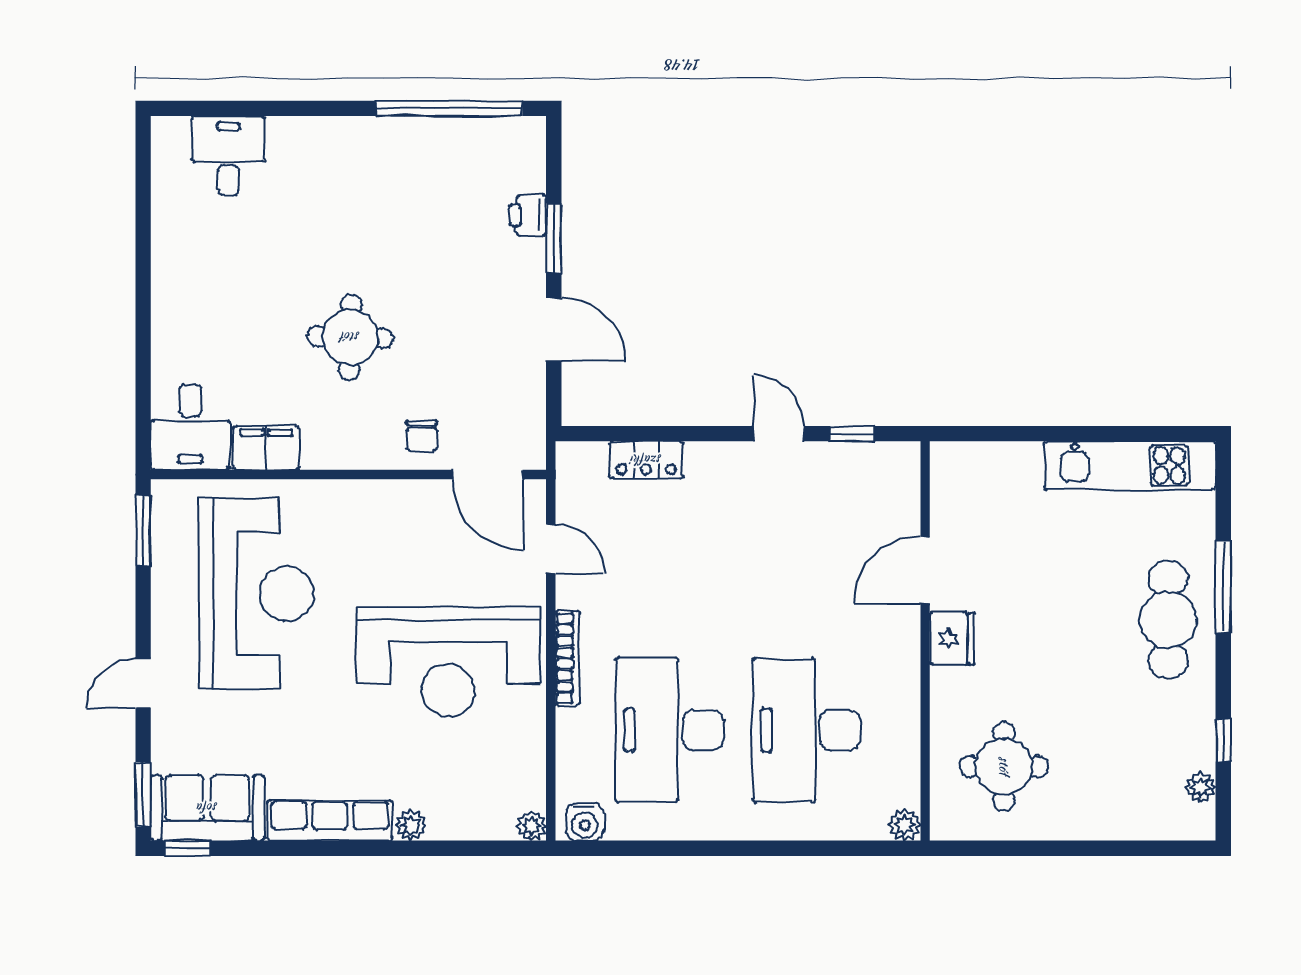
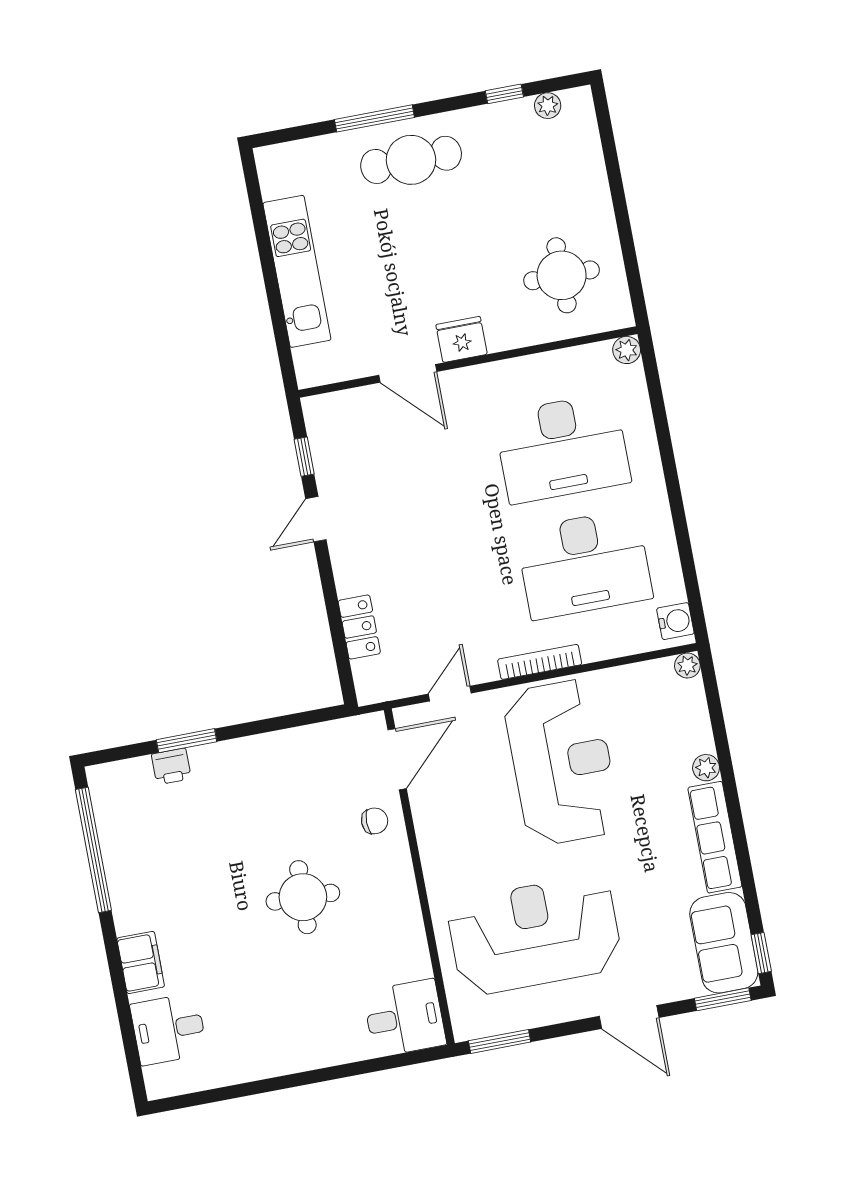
door: (554, 330) -> (264, 726), removed
filing cabinet: (266, 448) -> (141, 962), moved, turned 180
kitchen unit: (1130, 465) -> (297, 271), moved
door: (143, 684) -> (629, 1017), width x1.38

